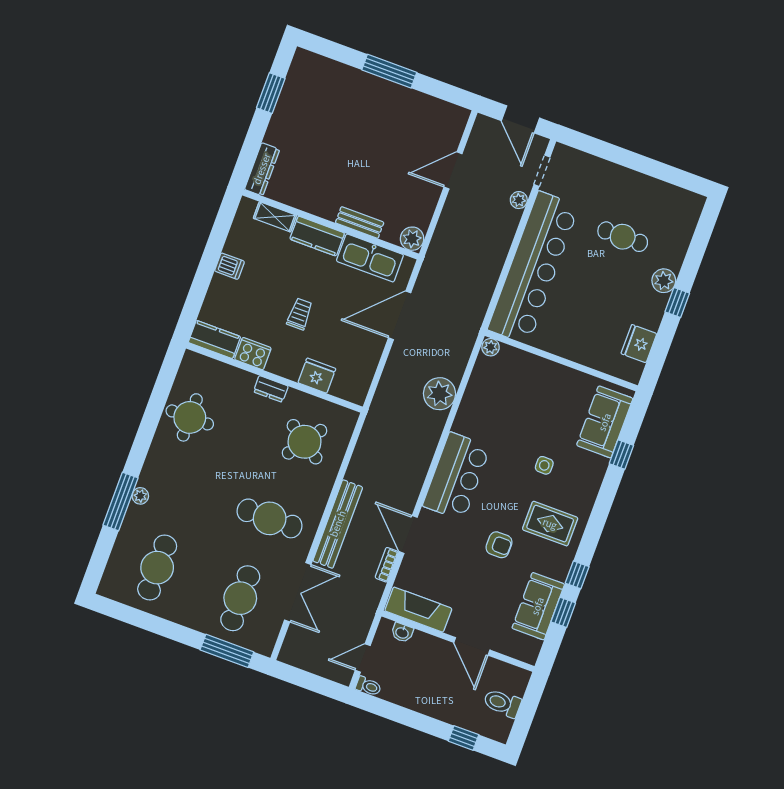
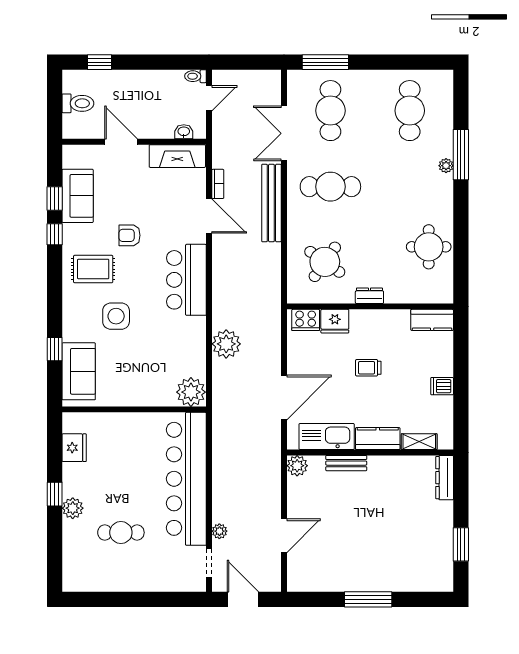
trolley: (300, 314) -> (368, 368), turned 90
plant: (491, 347) -> (191, 392), width x1.87, depth x1.87
cooker: (253, 354) -> (306, 320), moved
side table: (544, 465) -> (116, 316), width x1.87, depth x1.87

